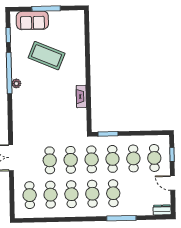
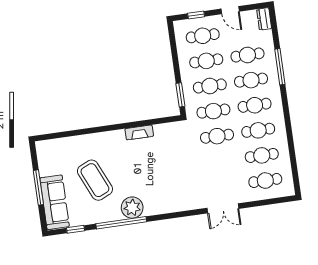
sofa: (32, 20) -> (55, 202), width x1.36
coffee table: (47, 56) -> (95, 180), turned -47
plant: (16, 83) -> (132, 208), width x1.87, depth x1.87
cafe table: (50, 160) -> (247, 55), moved
door: (173, 183) -> (230, 10), hinge flipped

